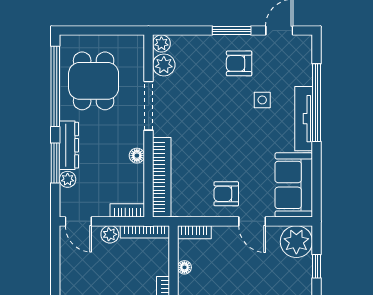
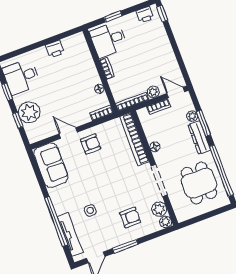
armchair: (239, 63) -> (130, 218), moved
tv unit: (304, 119) -> (70, 235), moved
bookcase: (127, 210) -> (159, 107), moved
plant: (296, 242) -> (29, 112), moved

